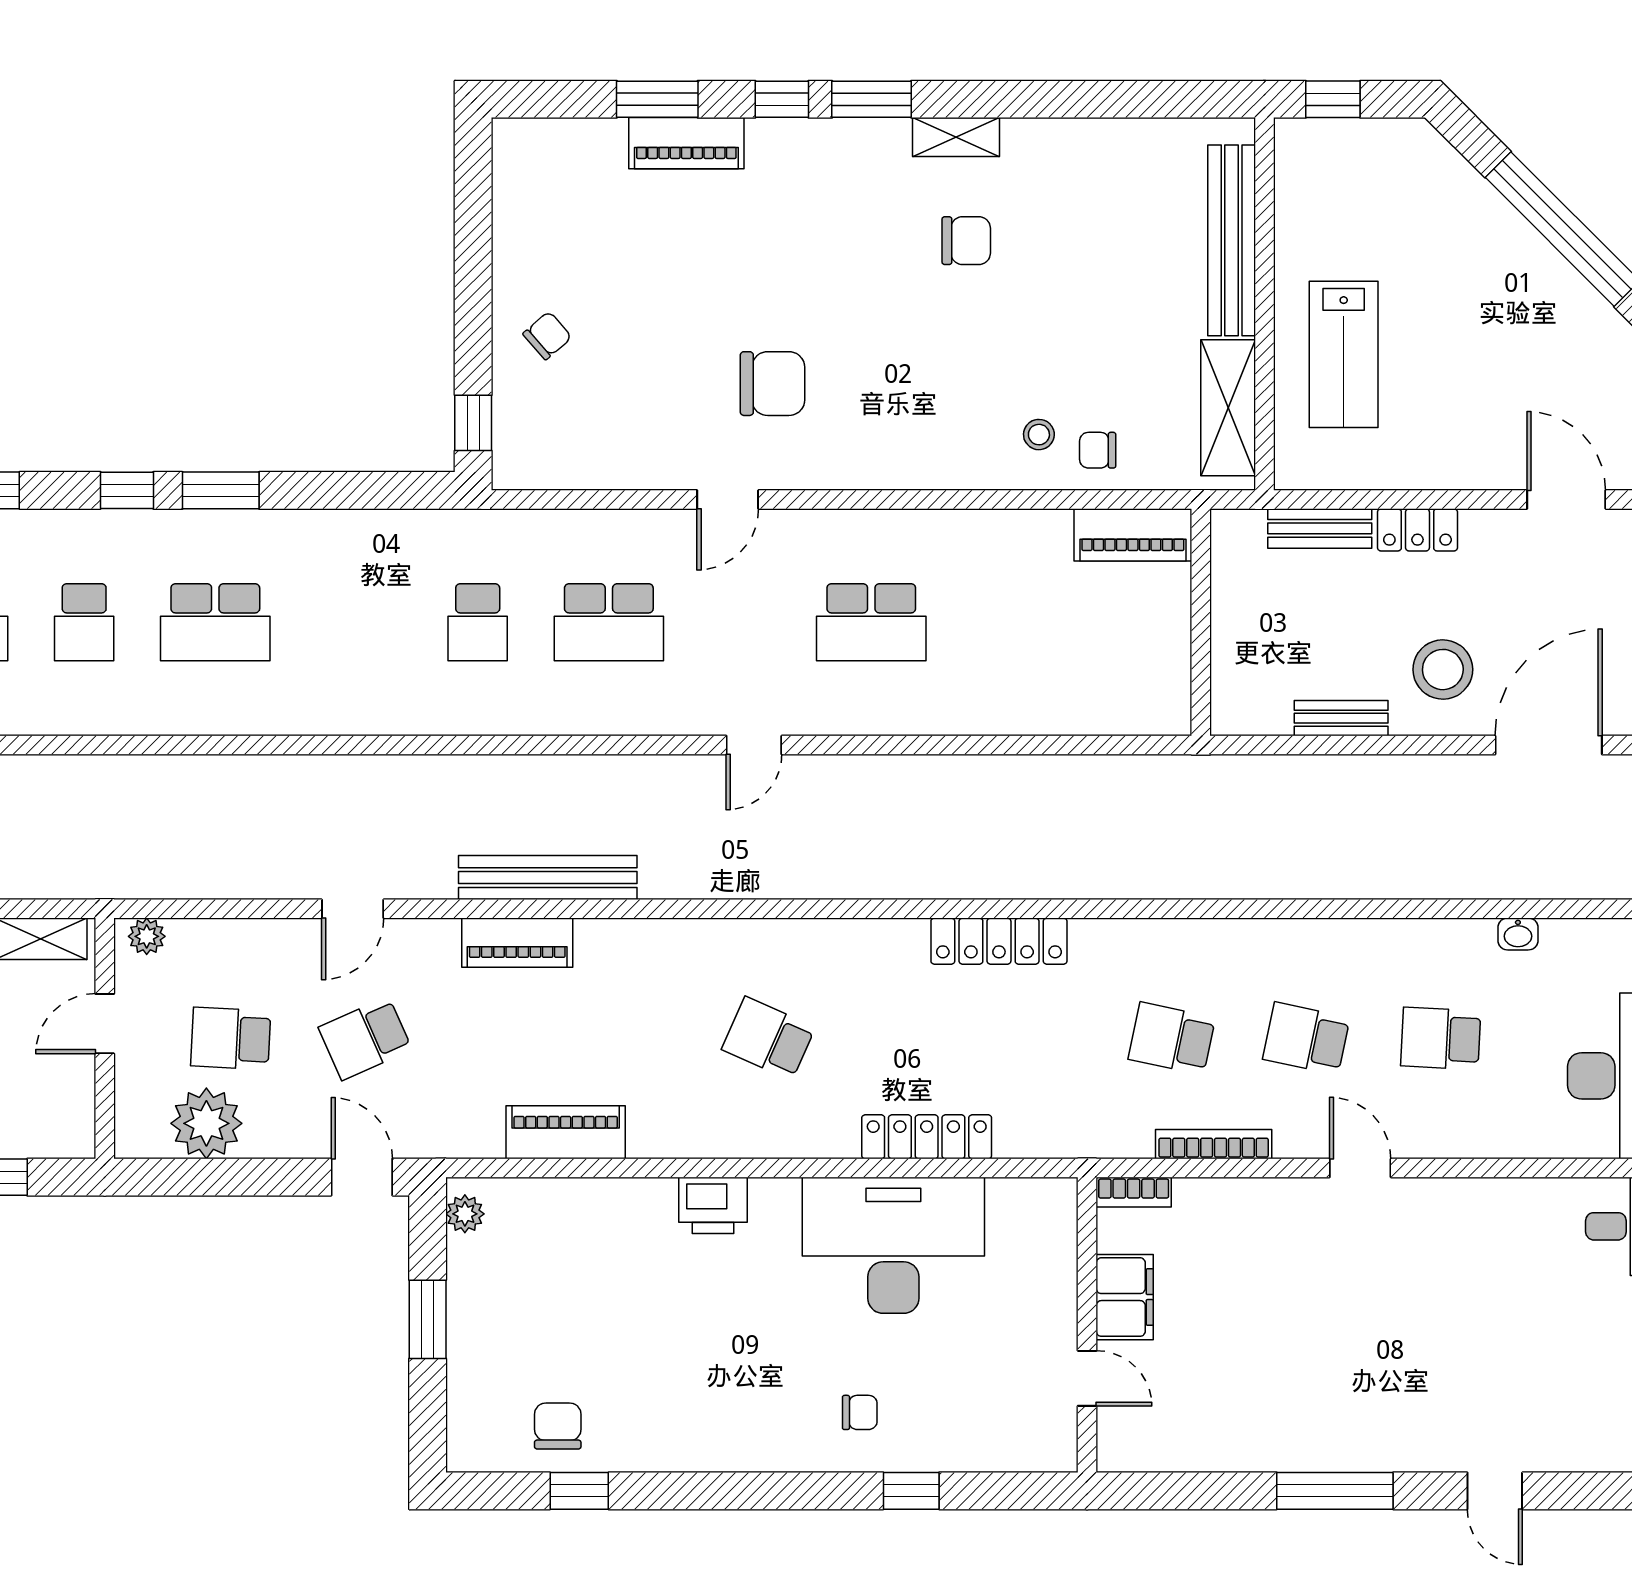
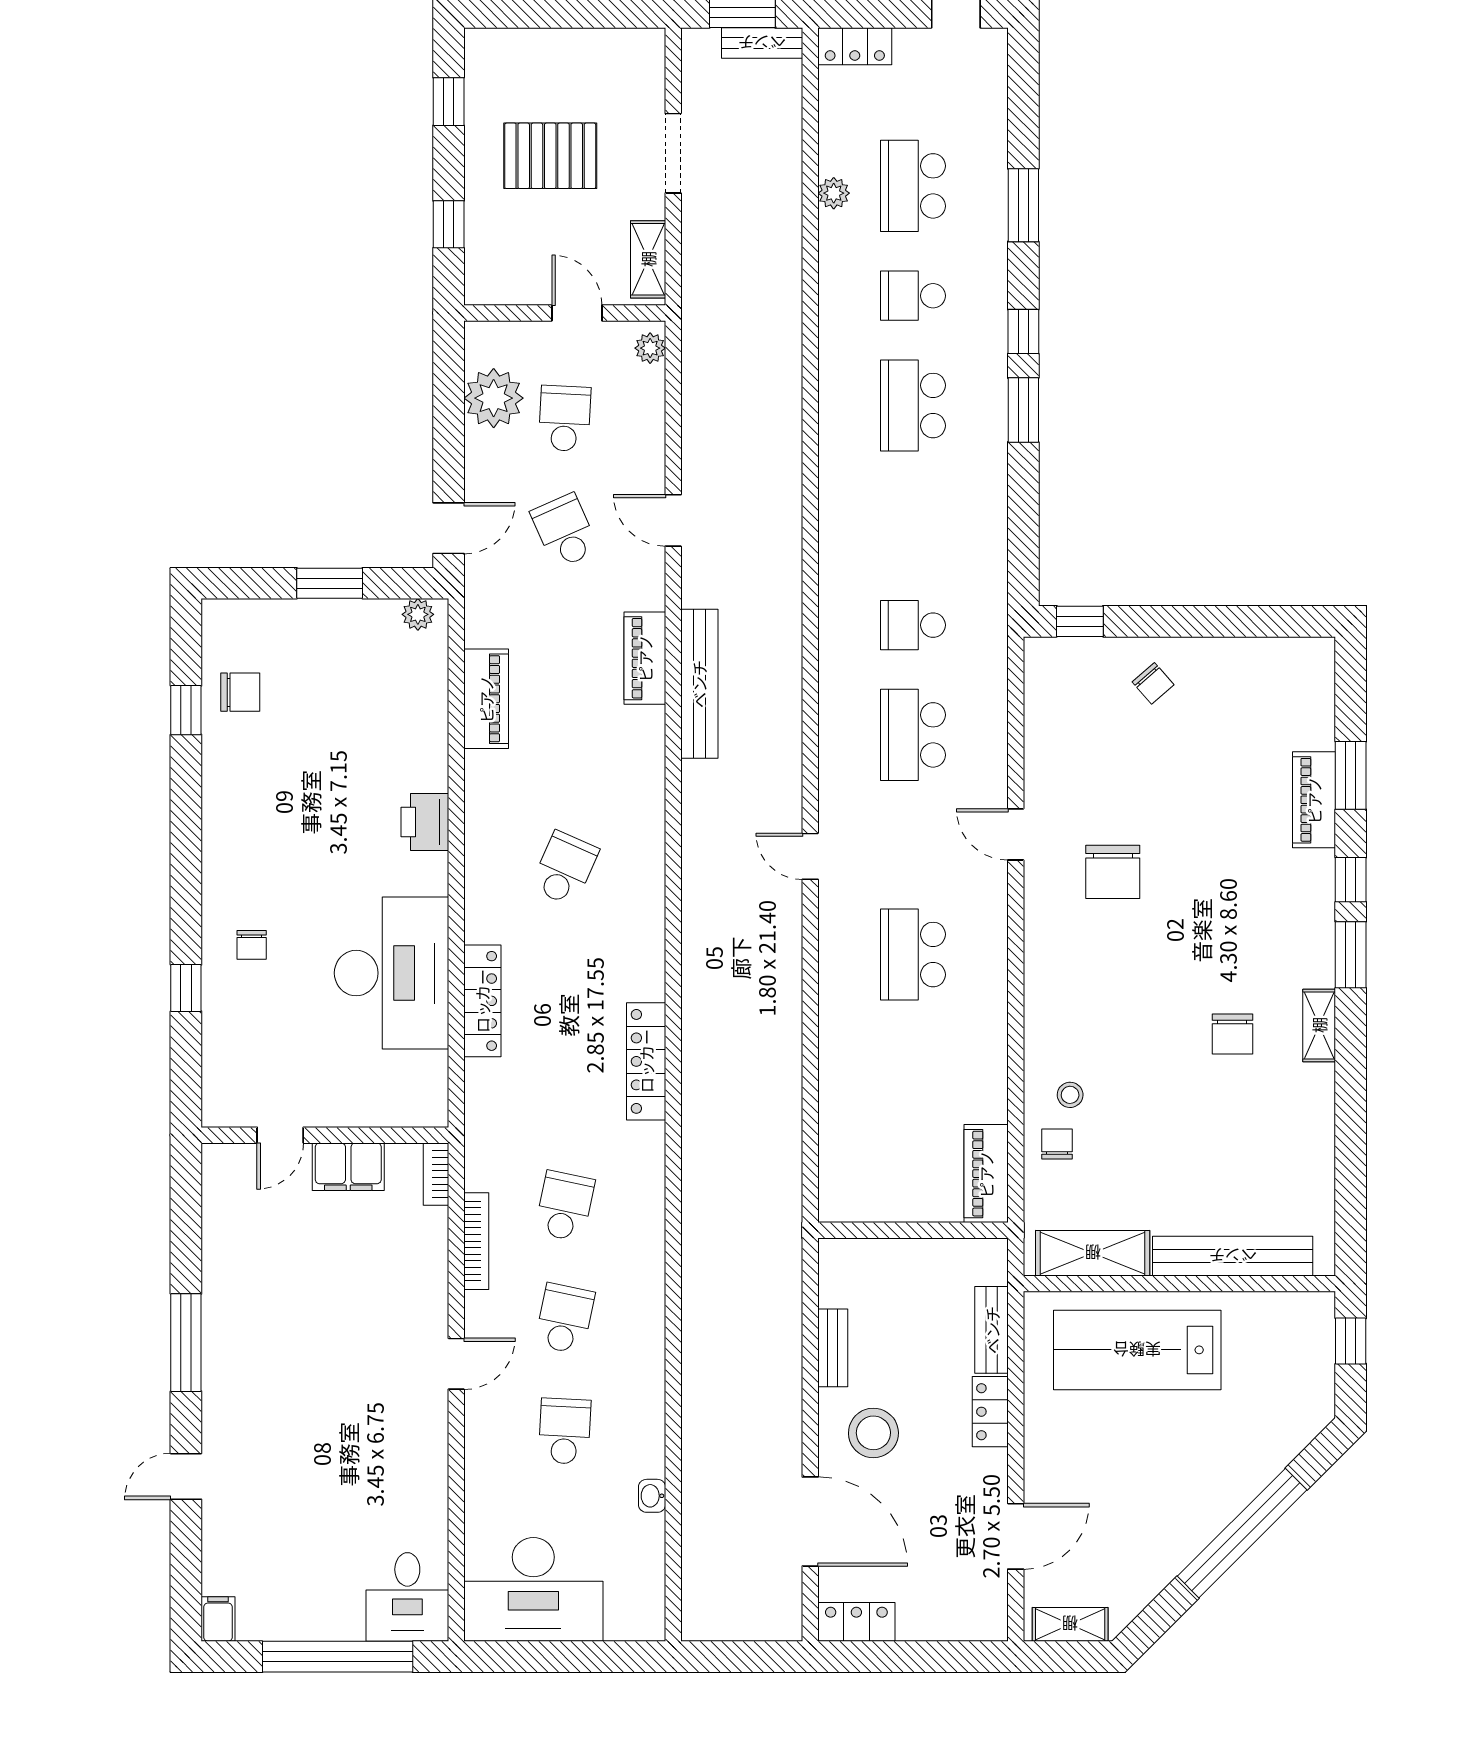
lab bench: (1344, 354) -> (1137, 1350), width x1.36, depth x1.39

